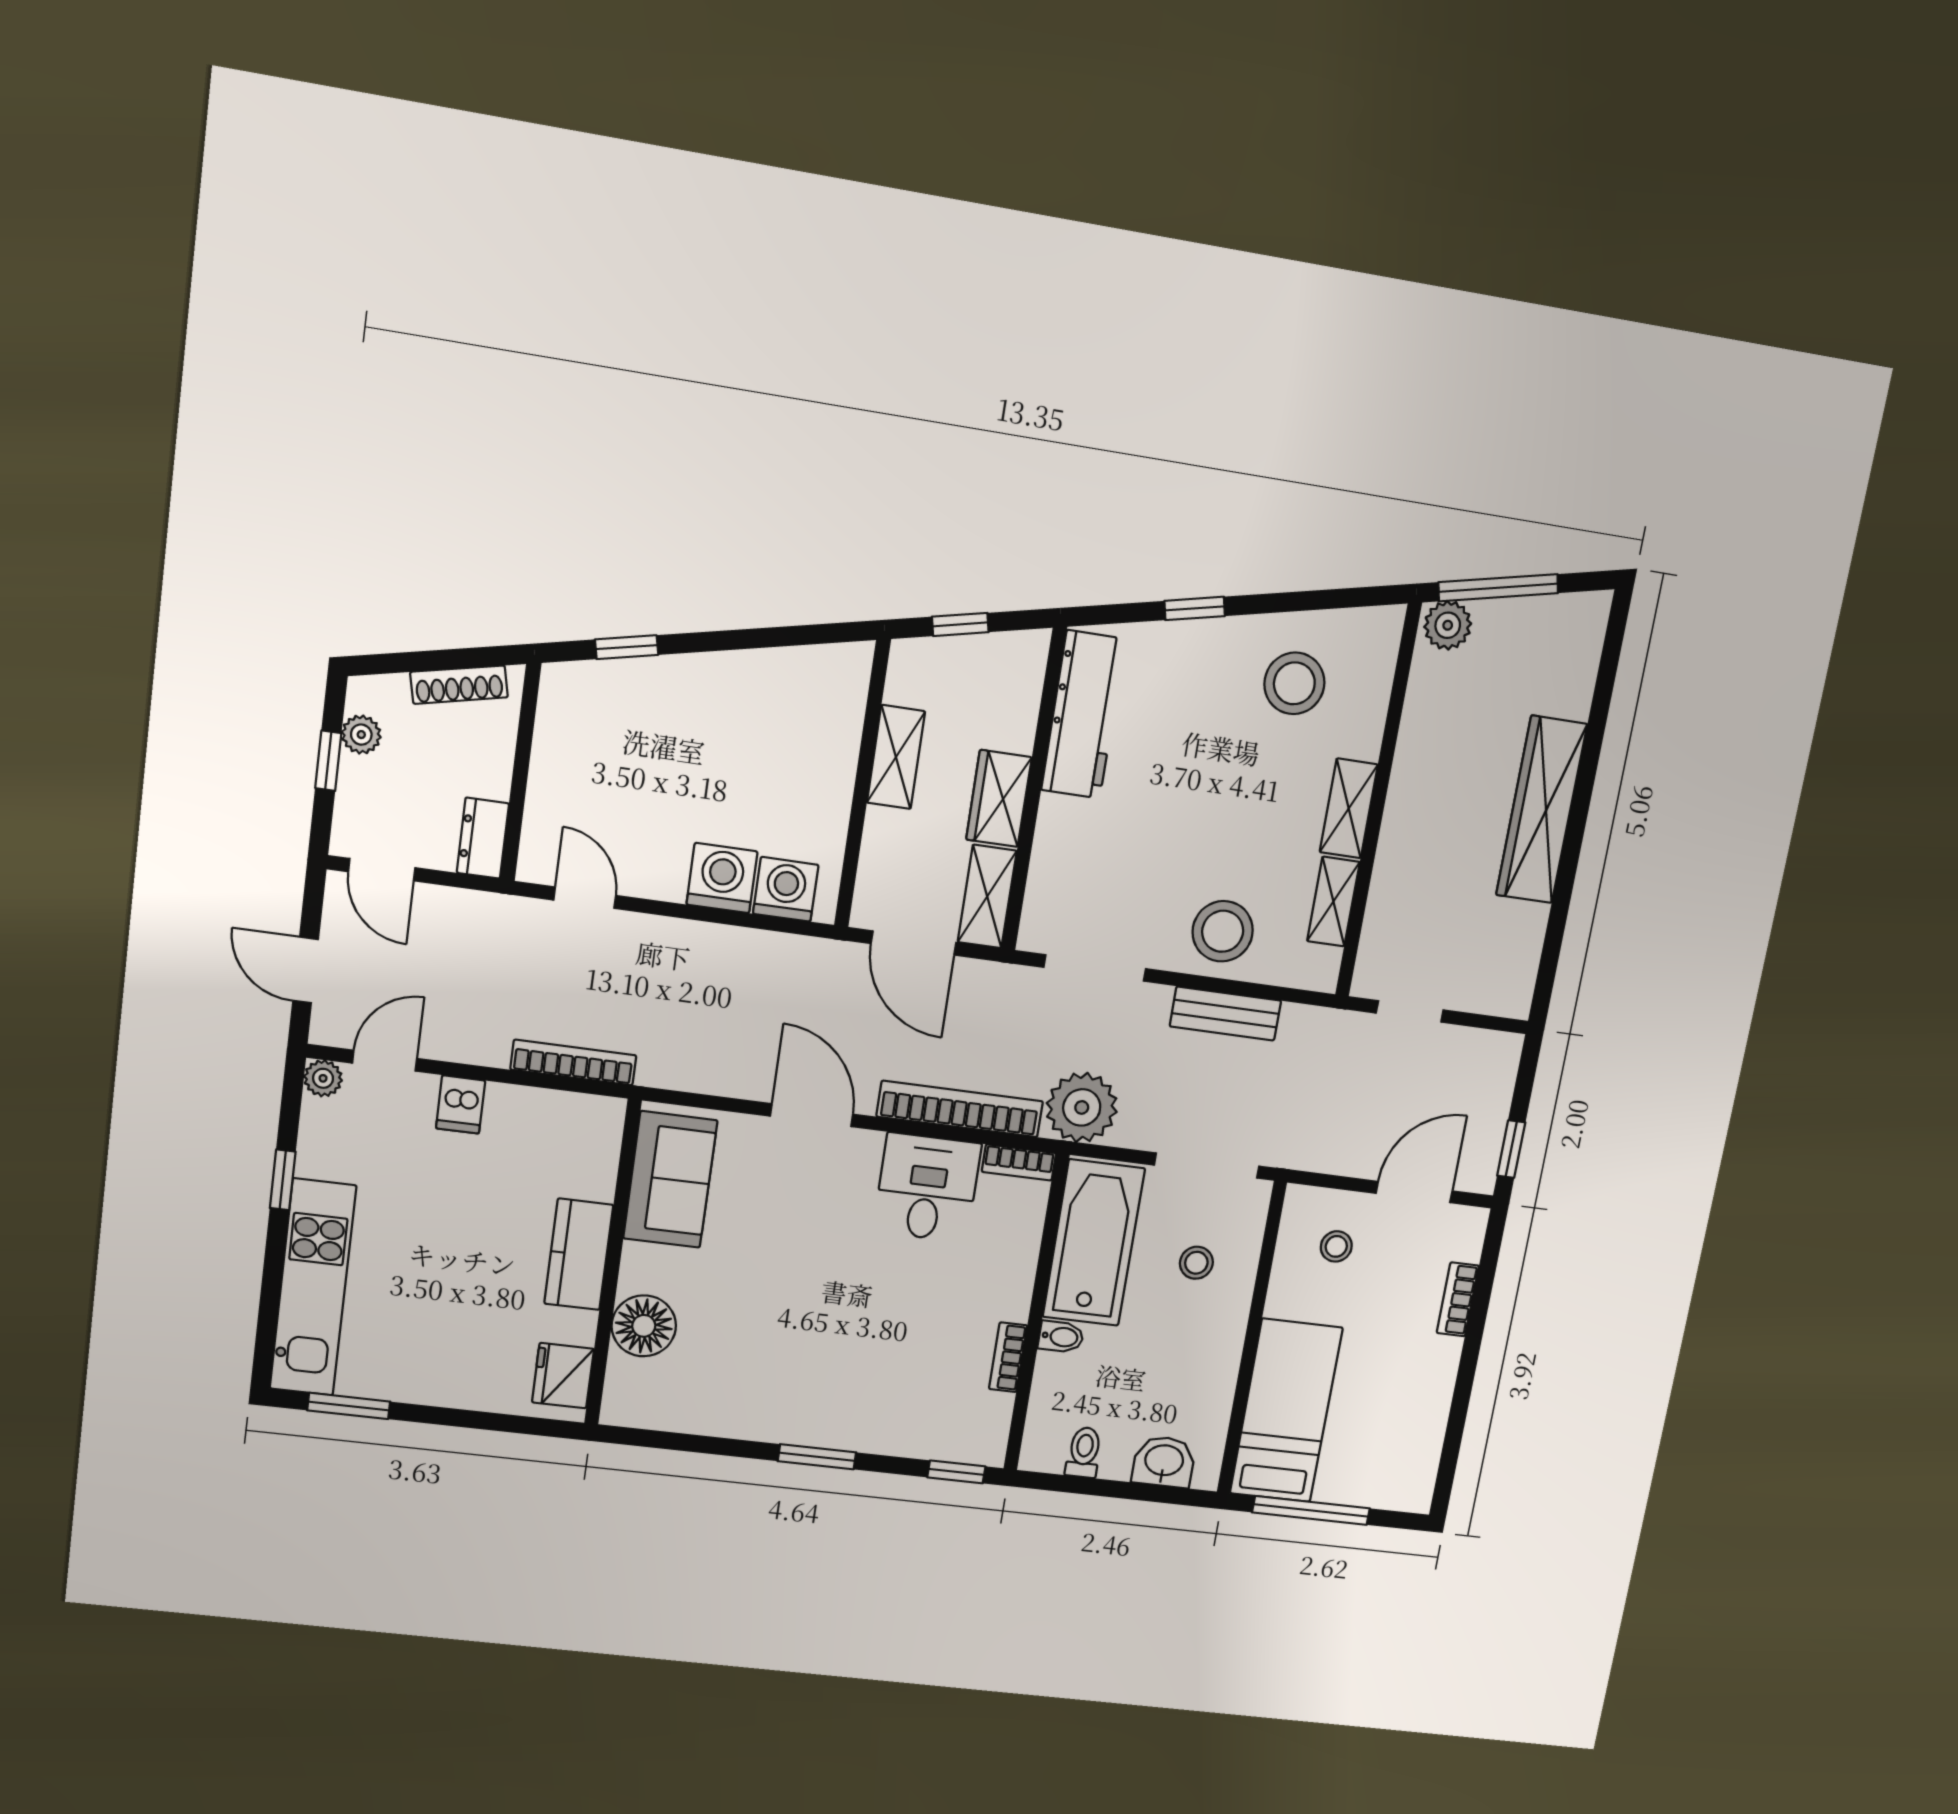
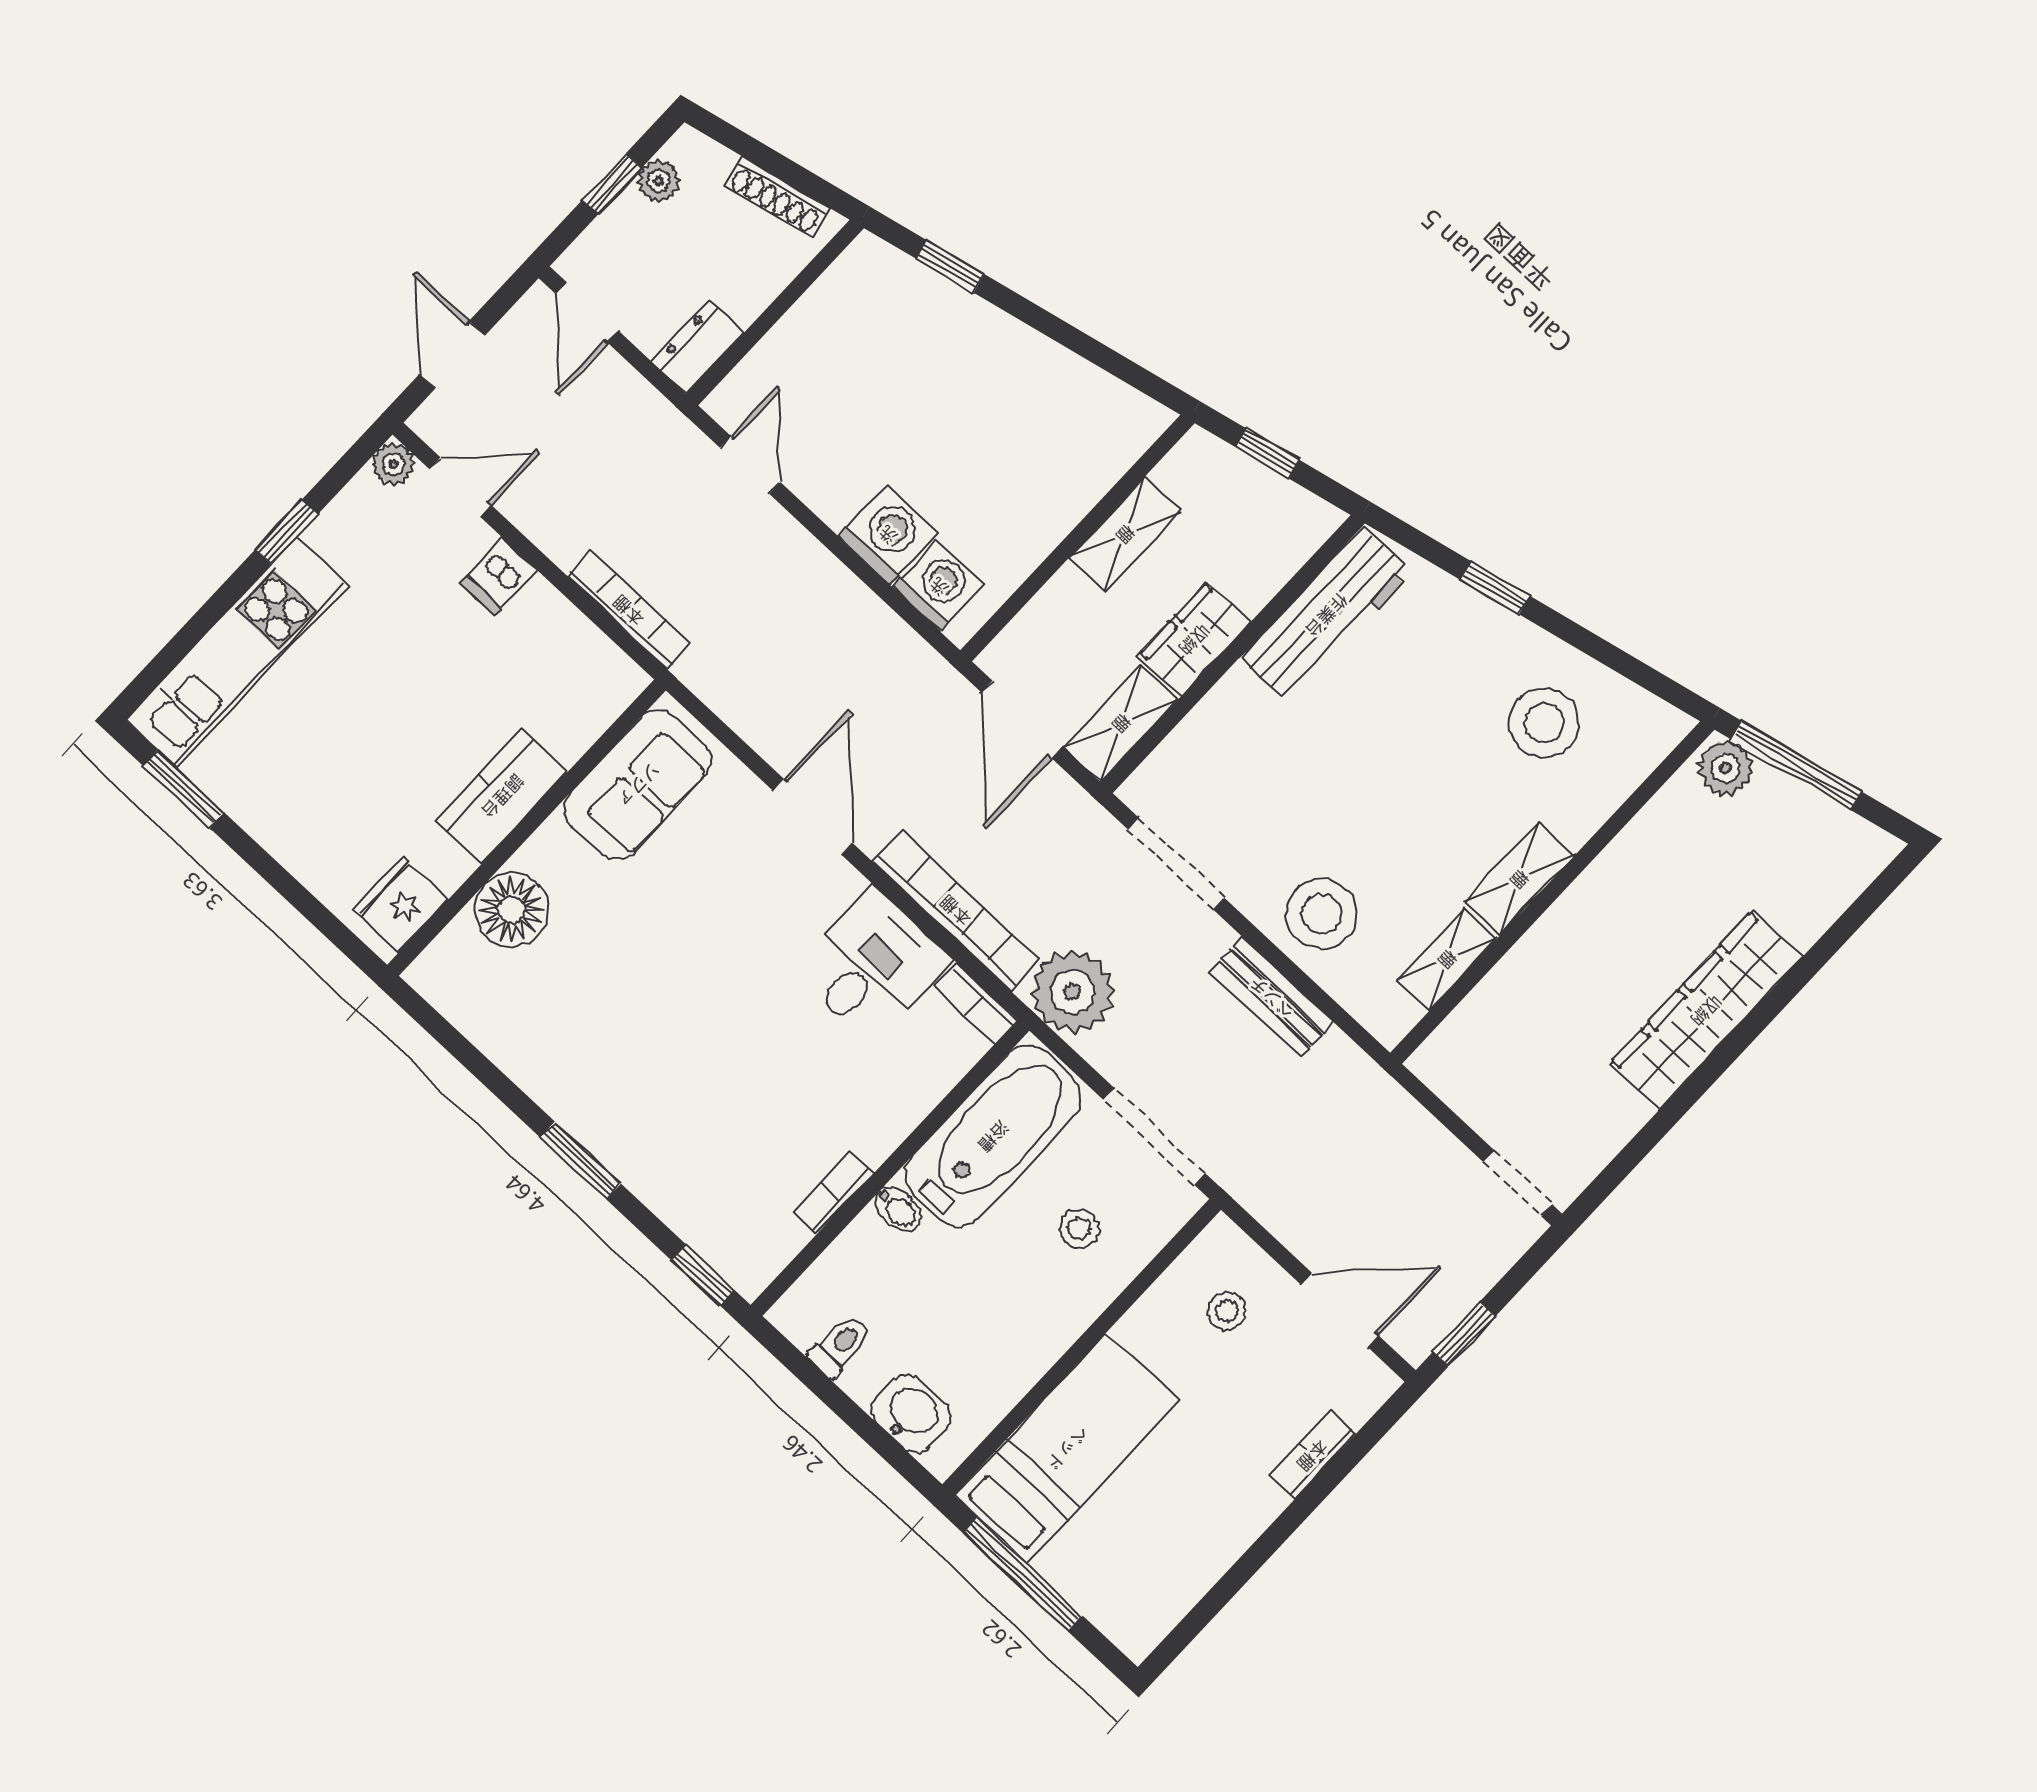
doorway: (1410, 1011) -> (1518, 1183), moved

